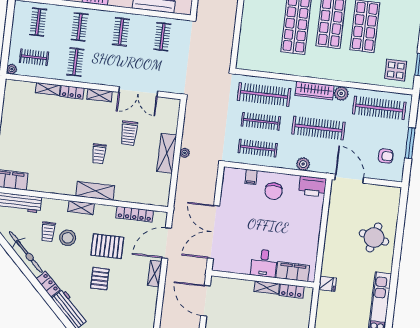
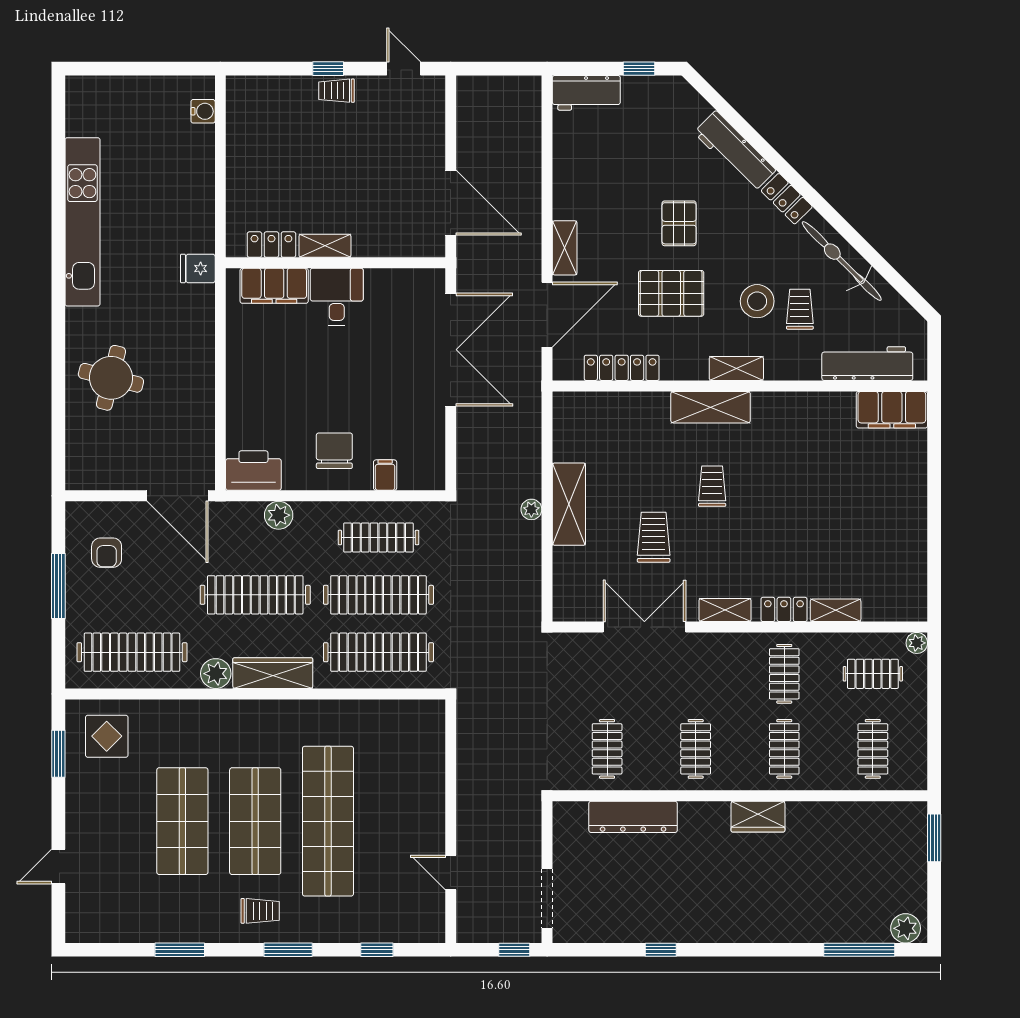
clothes rail: (261, 121) -> (378, 595), width x1.37, depth x1.31
armchair: (386, 156) -> (107, 553), turned -90

